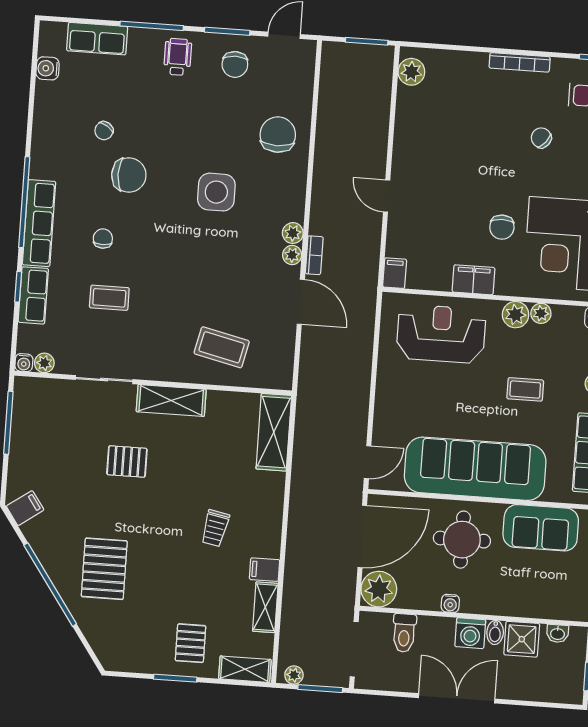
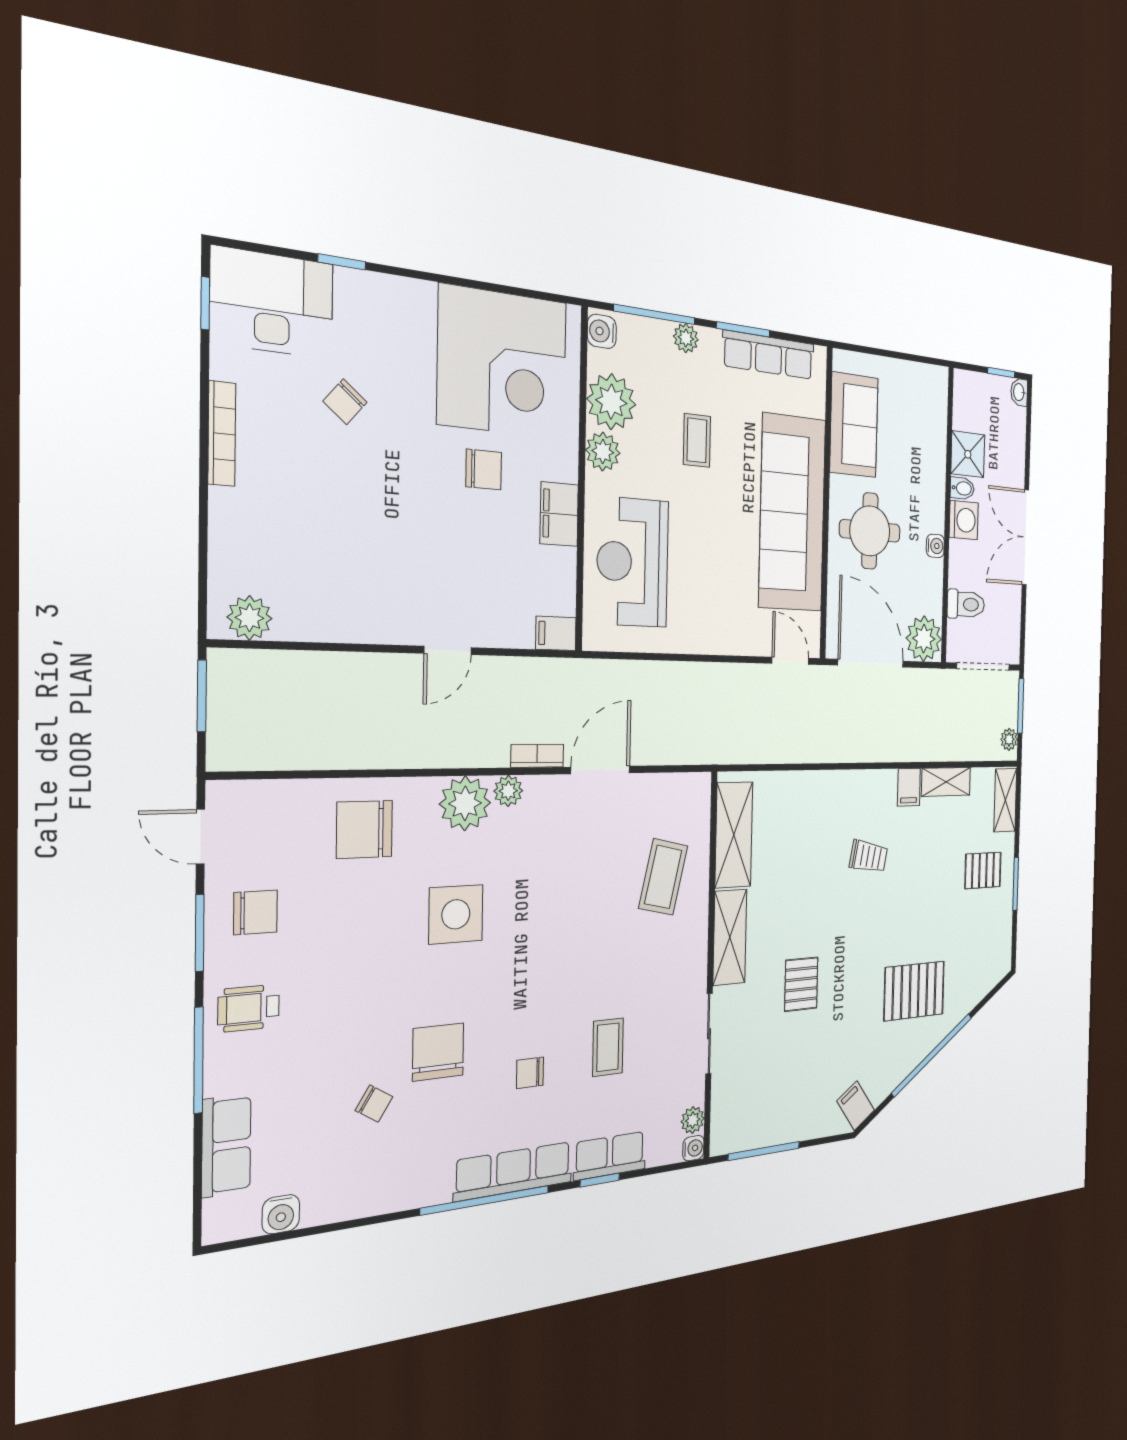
plant: (292, 255) -> (465, 803), moved, width x1.88, depth x1.88
plant: (541, 313) -> (611, 402), width x1.88, depth x1.88
shelving: (274, 432) -> (734, 835), moved, turned 90
washbasin: (558, 634) -> (1019, 392), moved, turned 180

